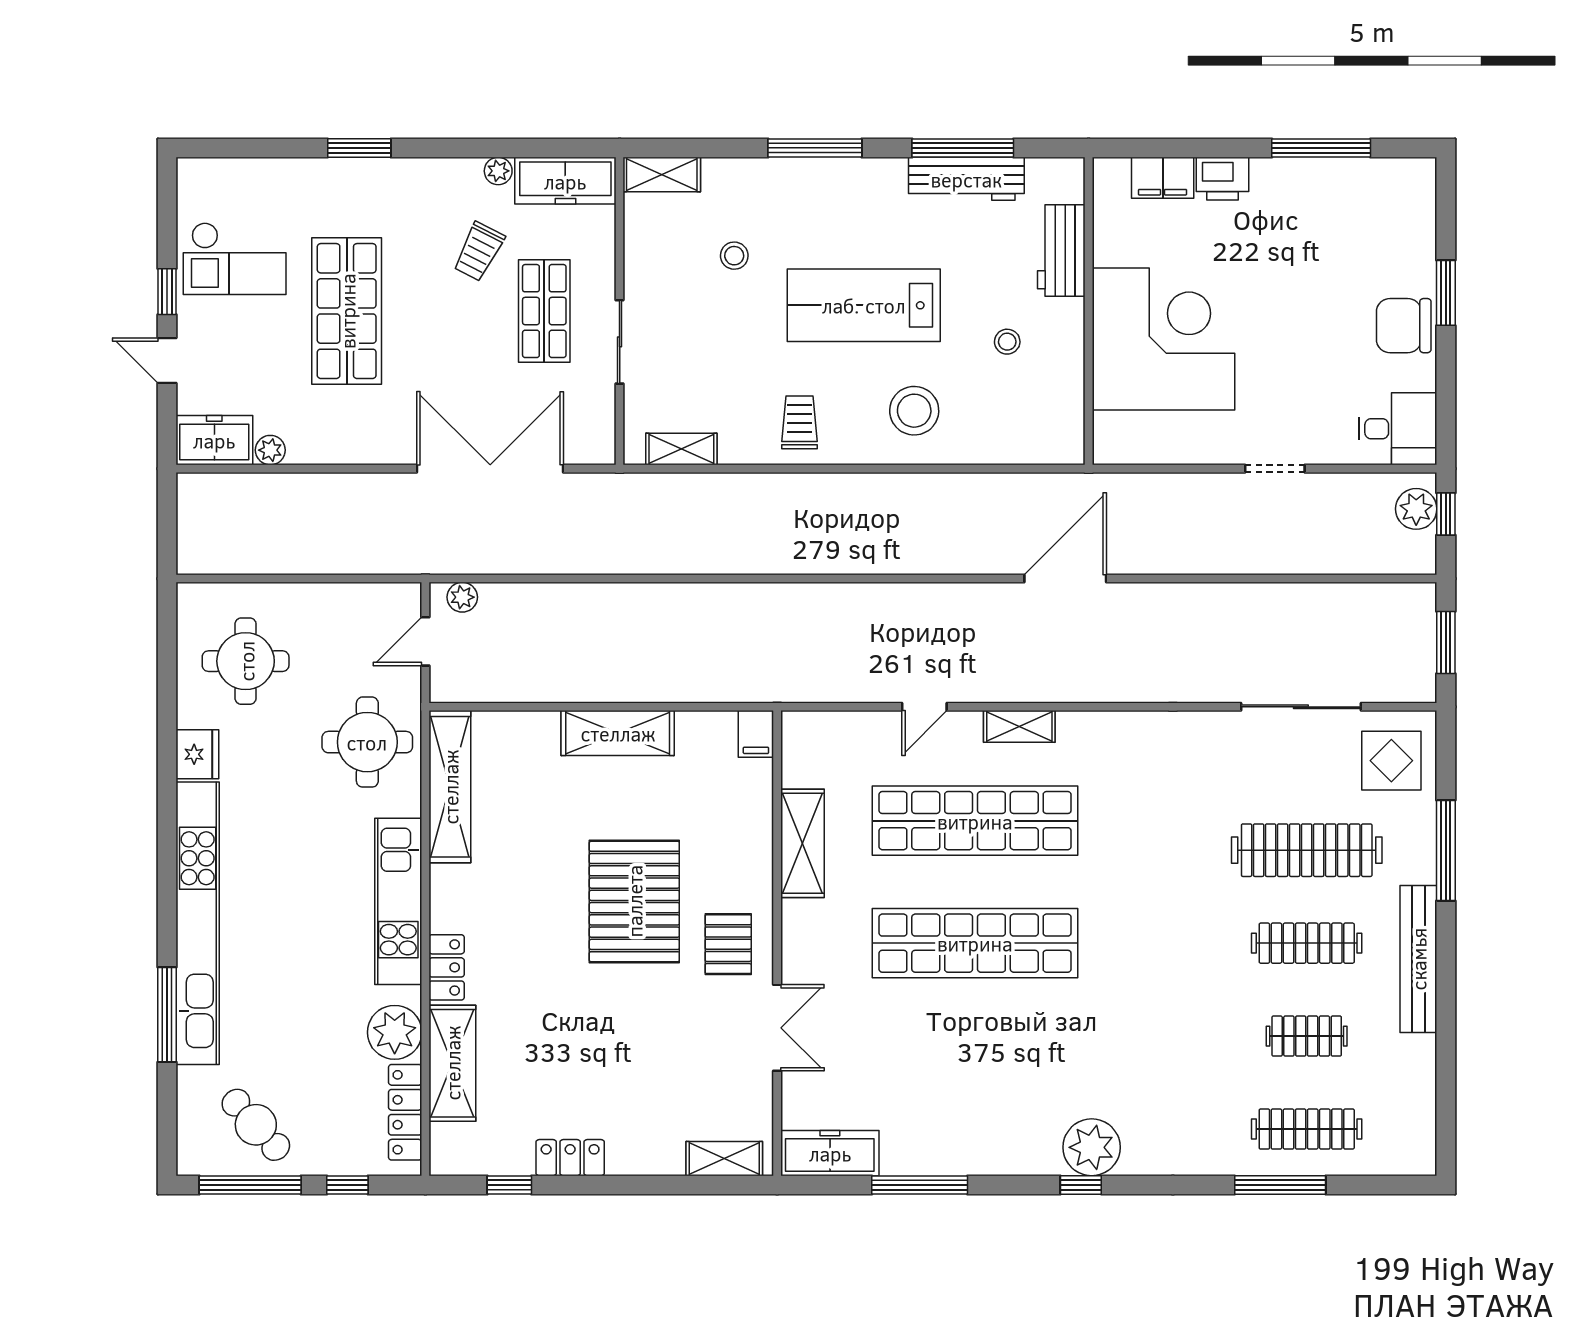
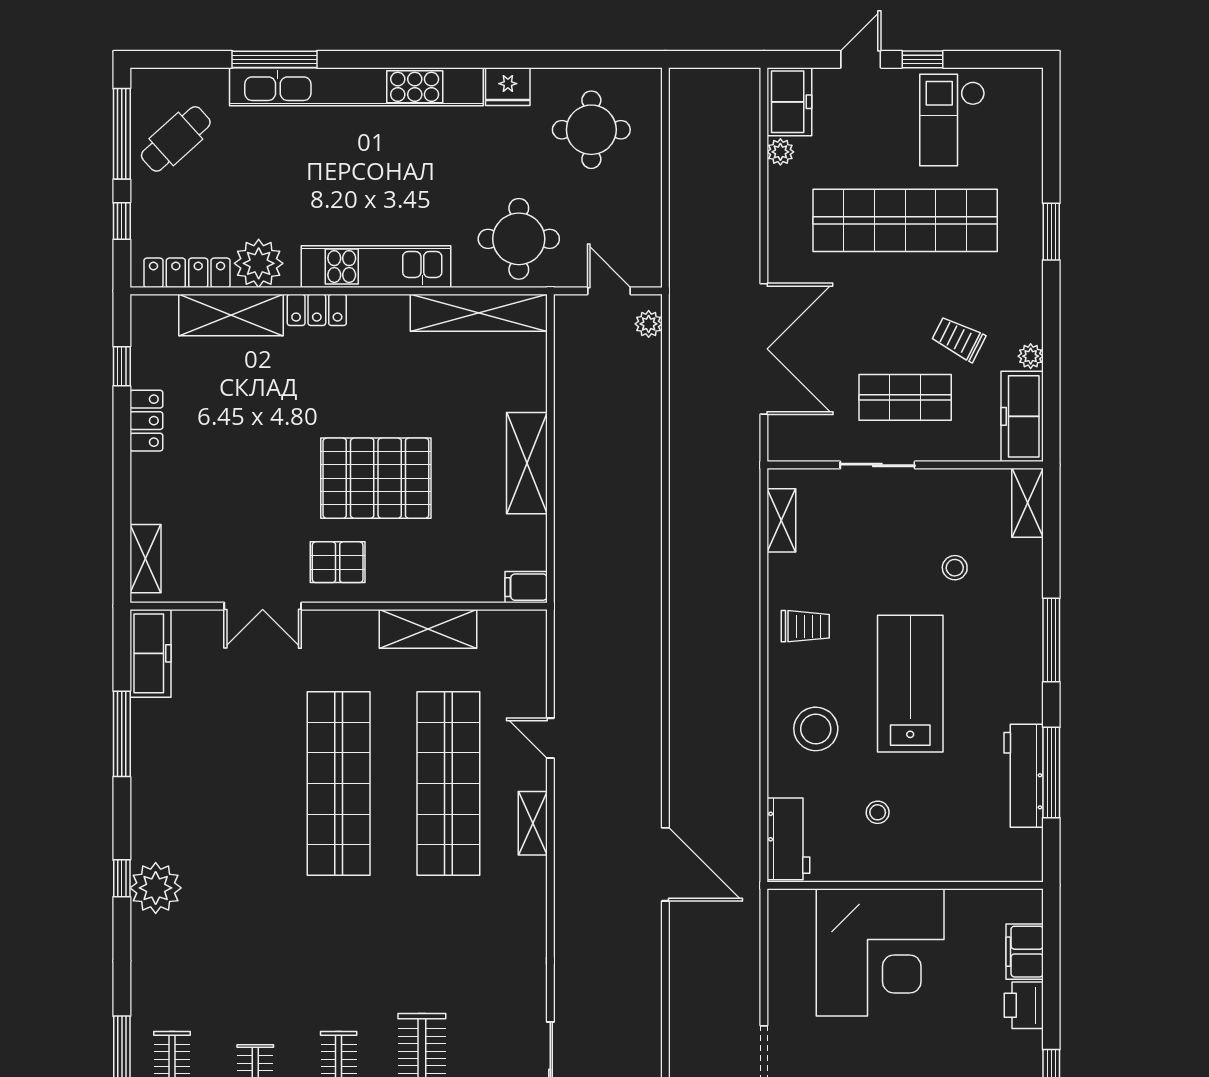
workbench: (1061, 250) -> (788, 839), moved, turned 90
shop shelf: (347, 311) -> (905, 220), width x1.40

